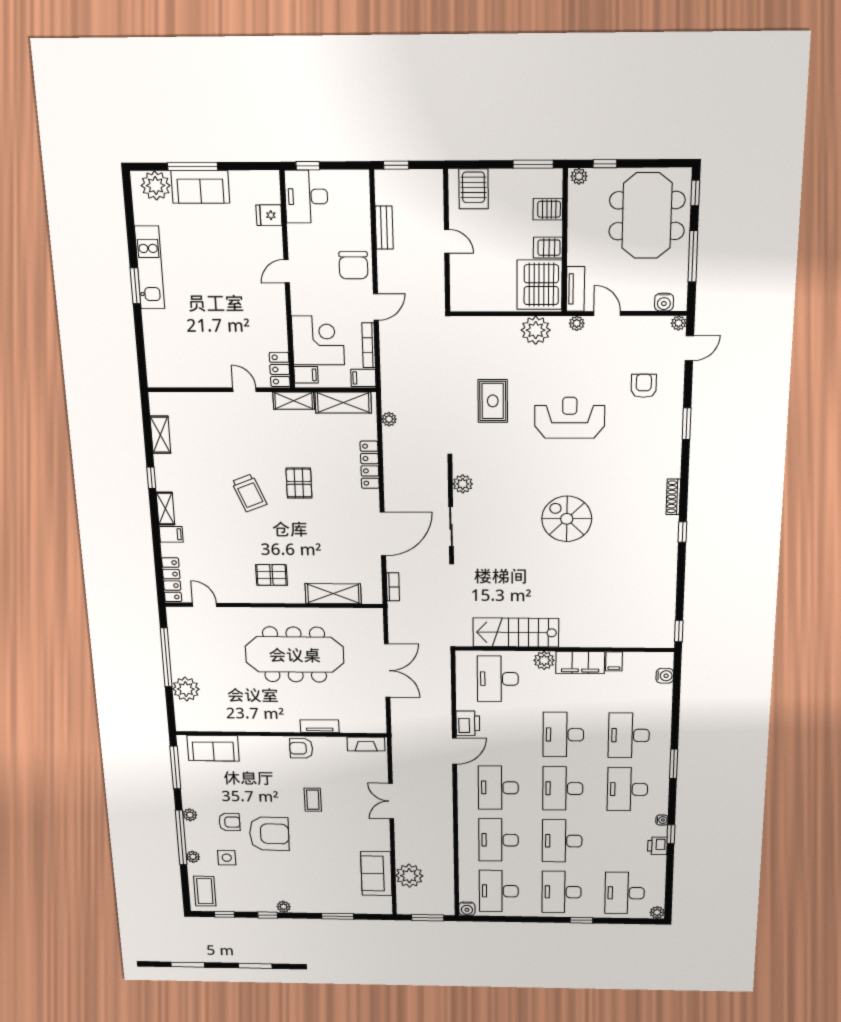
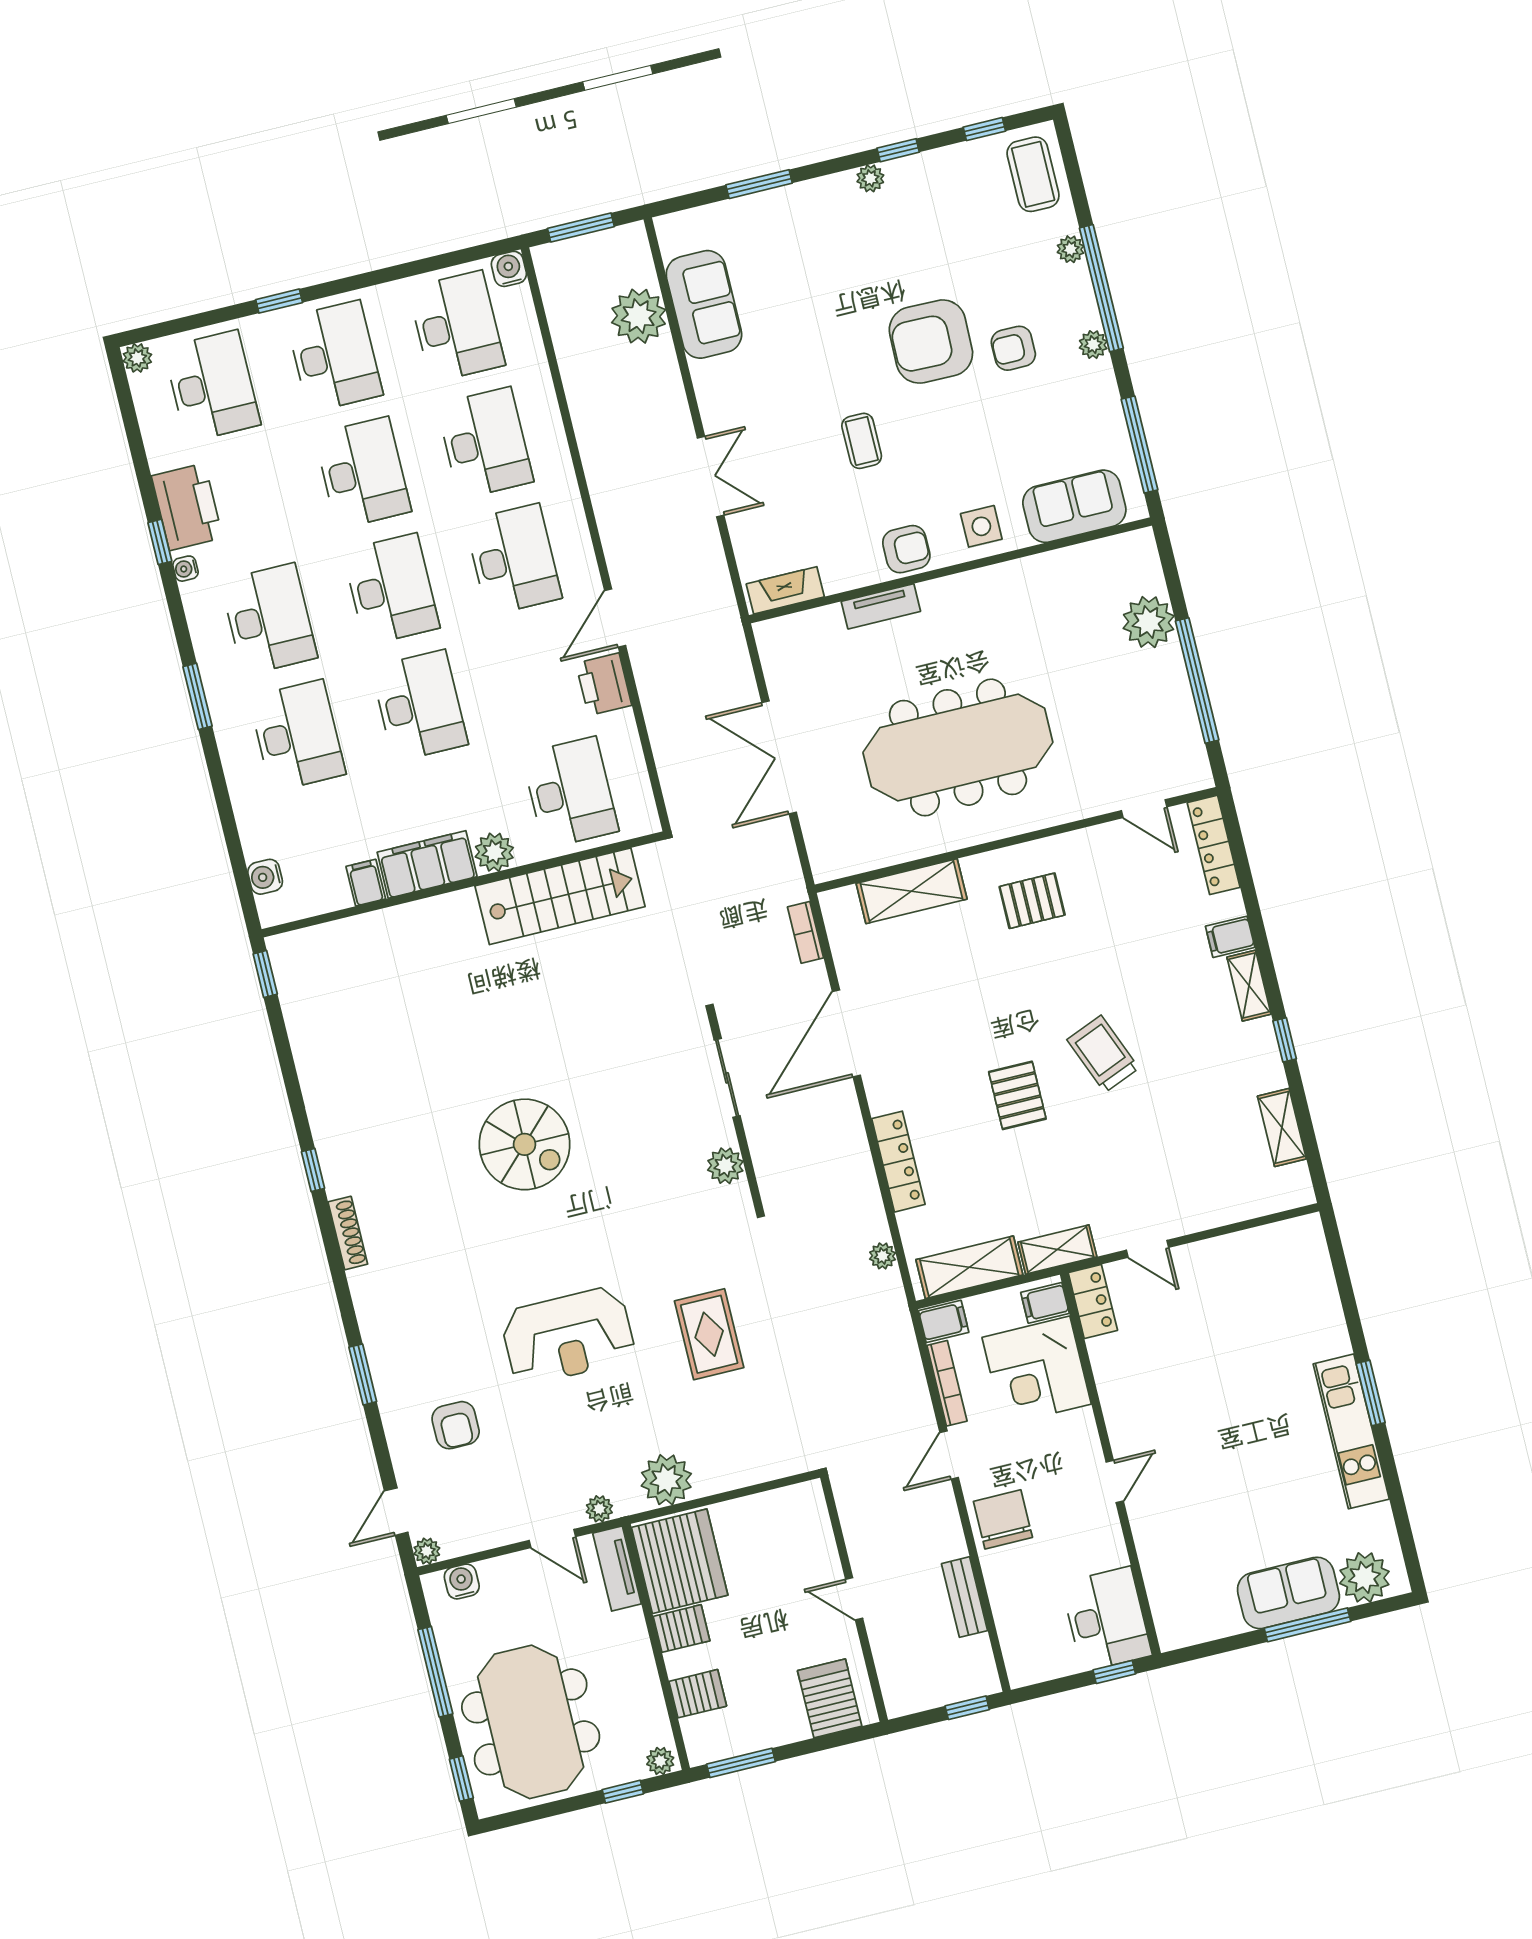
fridge: (269, 215) -> (1163, 1572), removed
printer: (657, 846) -> (187, 507), width x1.87, depth x1.48
side table: (227, 858) -> (981, 526), moved

